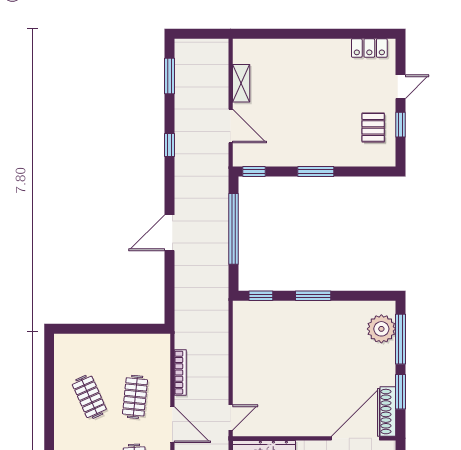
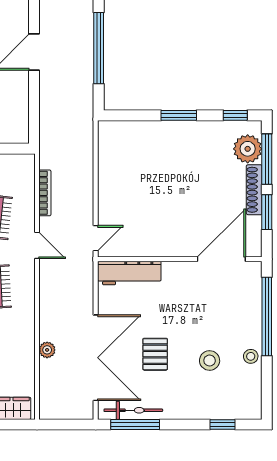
window: (261, 296) -> (235, 115), moved
shoe rack: (388, 412) -> (254, 190), moved
door: (172, 425) -> (37, 245), width x0.73

